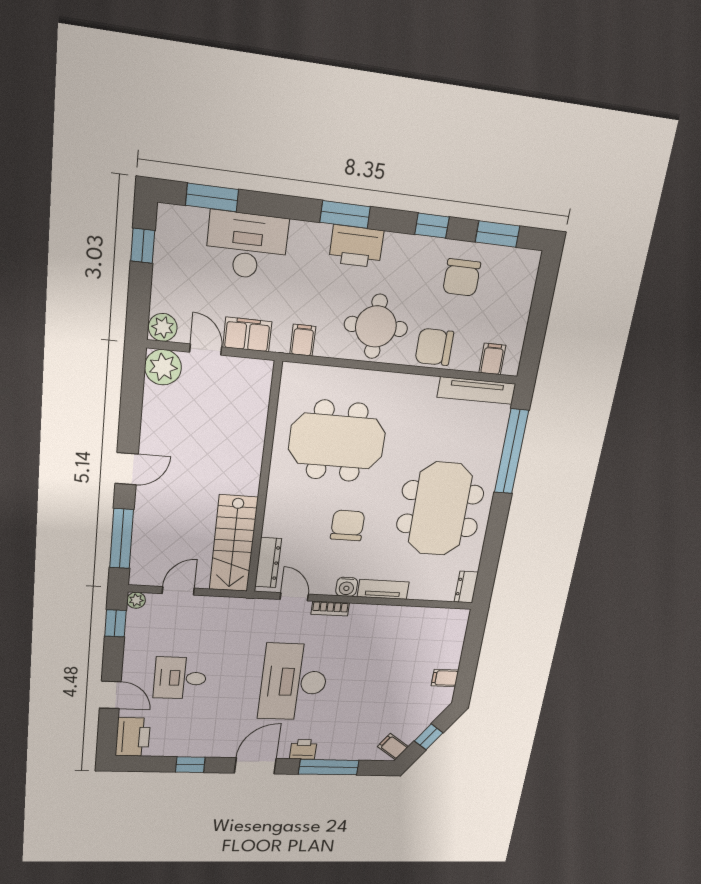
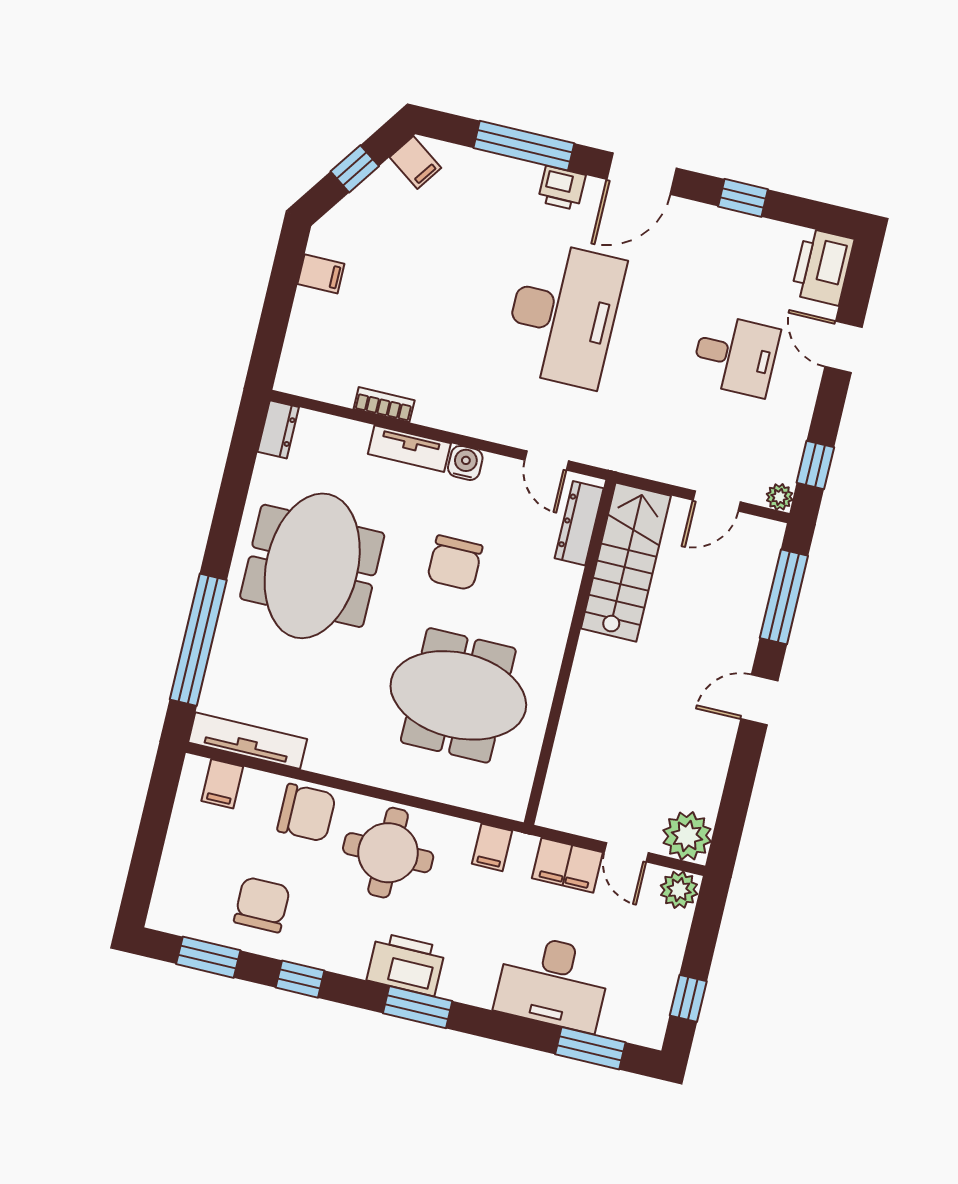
bookcase: (330, 609) -> (384, 405), moved

